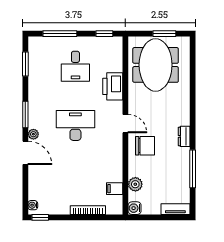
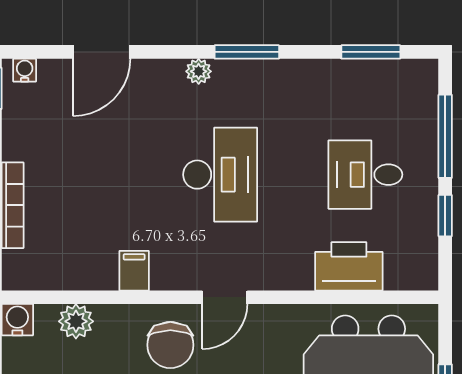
window: (104, 34) -> (445, 216), moved
printer: (113, 86) -> (349, 266), moved
door: (25, 153) -> (102, 52), moved
filing cabinet: (115, 189) -> (134, 271), moved

